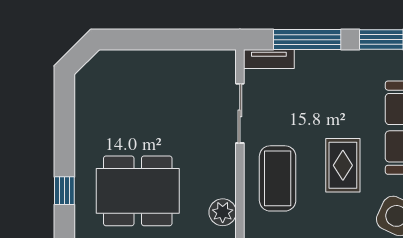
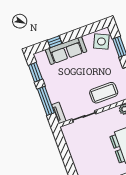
rug: (343, 165) -> (89, 69), removed

